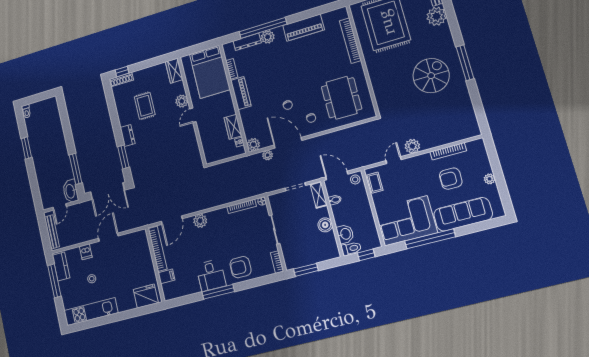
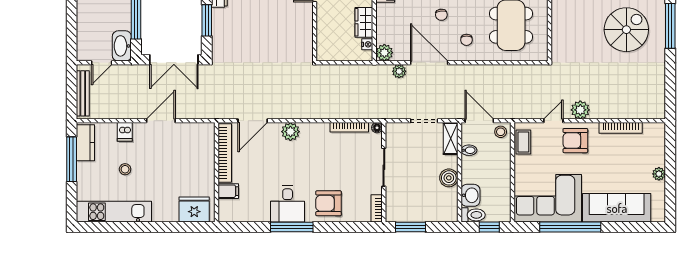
armchair: (451, 179) -> (575, 141), moved

